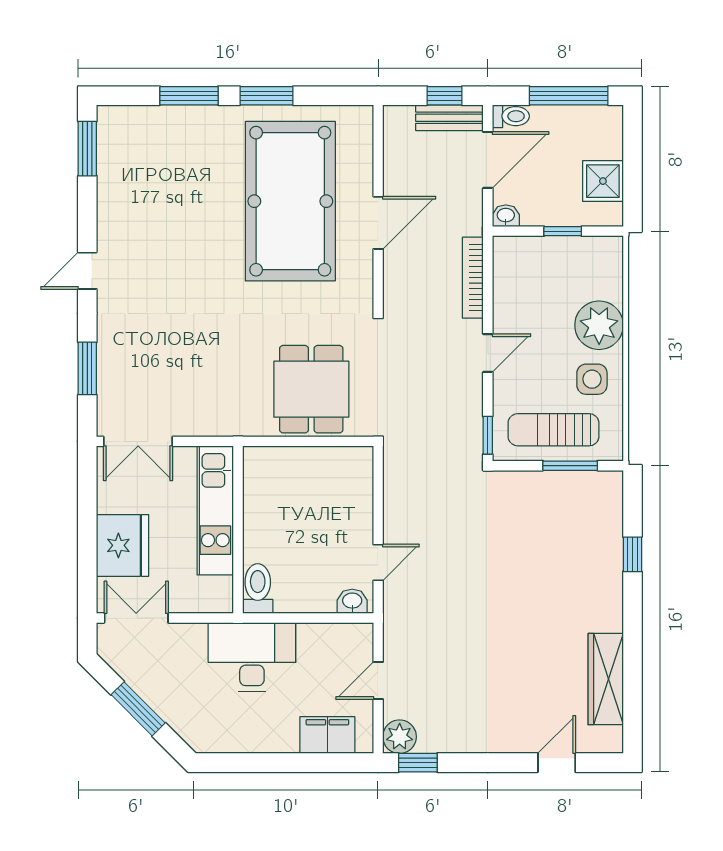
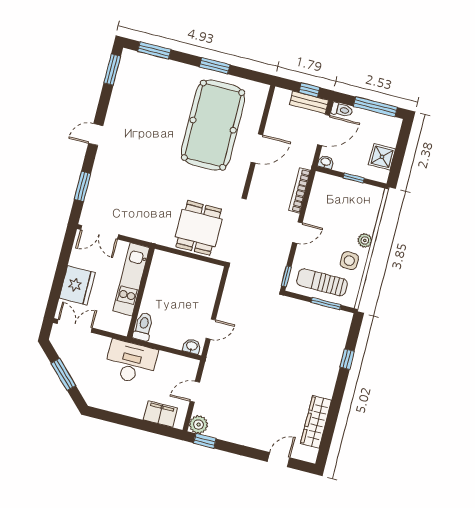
window: (189, 96) -> (154, 50), moved
plant: (599, 325) -> (365, 240), width x0.53, depth x0.53

